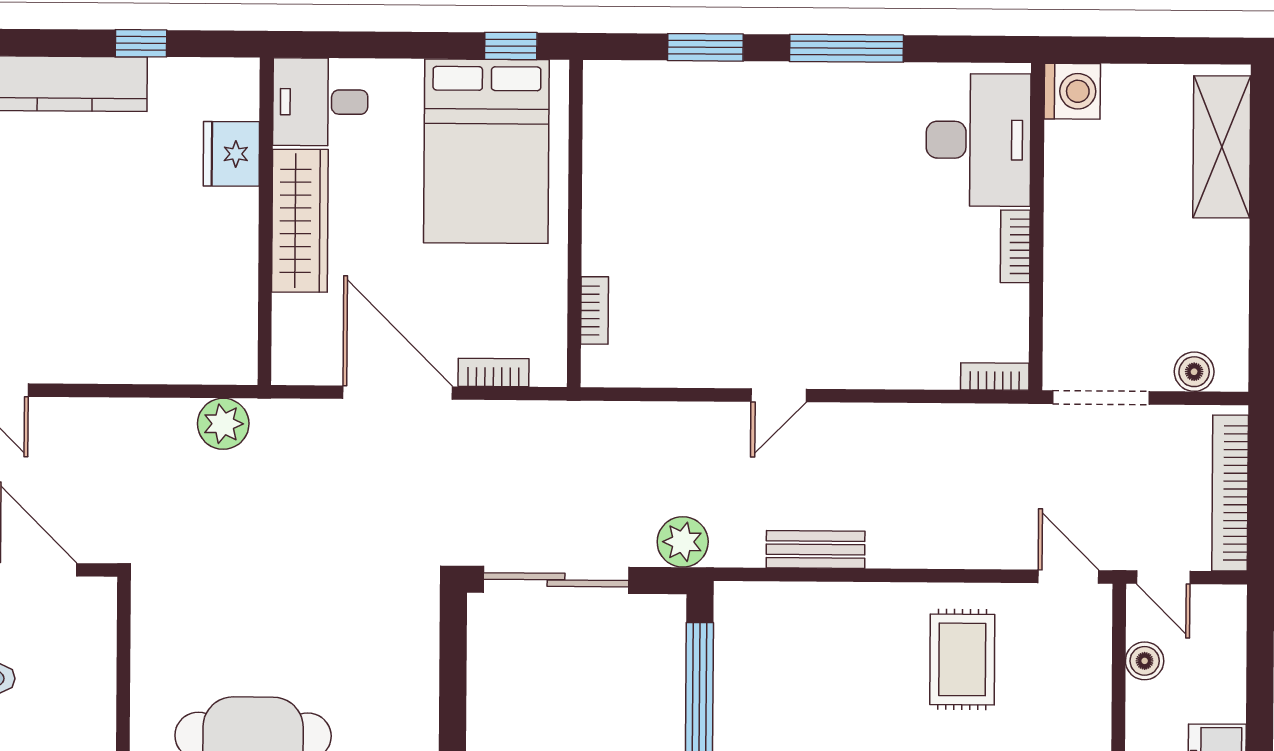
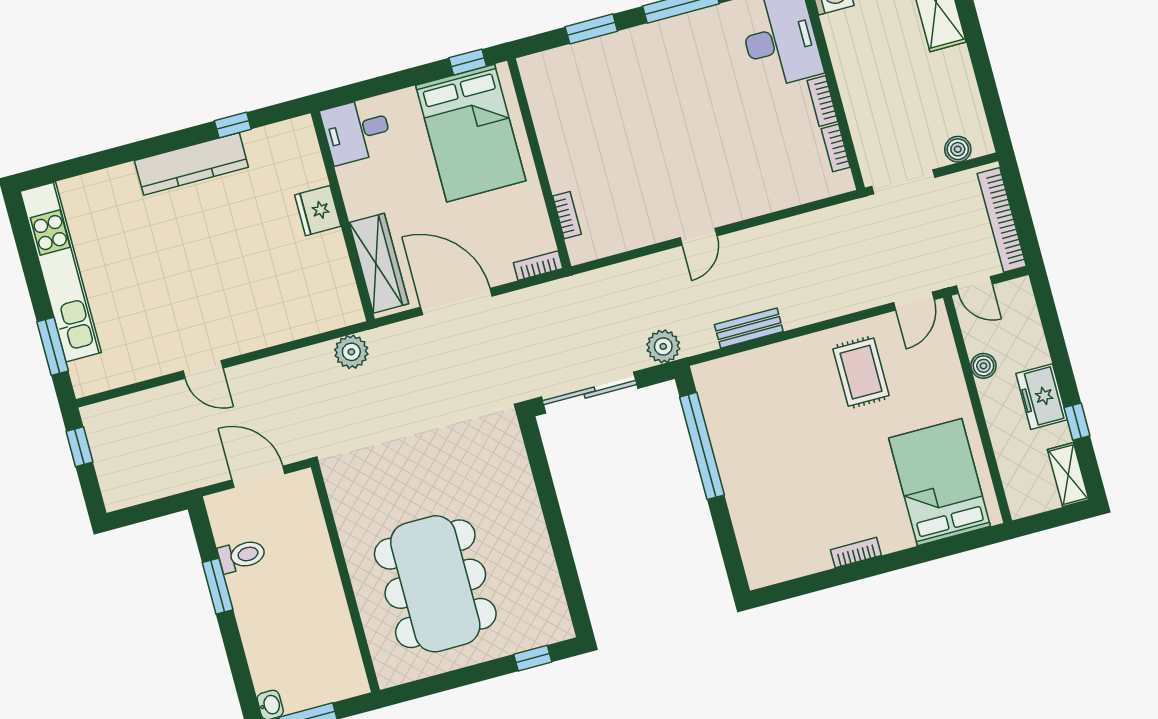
fridge: (231, 154) -> (318, 211), moved
wardrobe: (300, 221) -> (379, 263), moved
bookcase: (493, 372) -> (538, 266), moved
bookcase: (995, 376) -> (836, 148), moved, turned -90
door: (1068, 577) -> (914, 301), swing flipped
boiler: (1145, 661) -> (983, 366), moved

